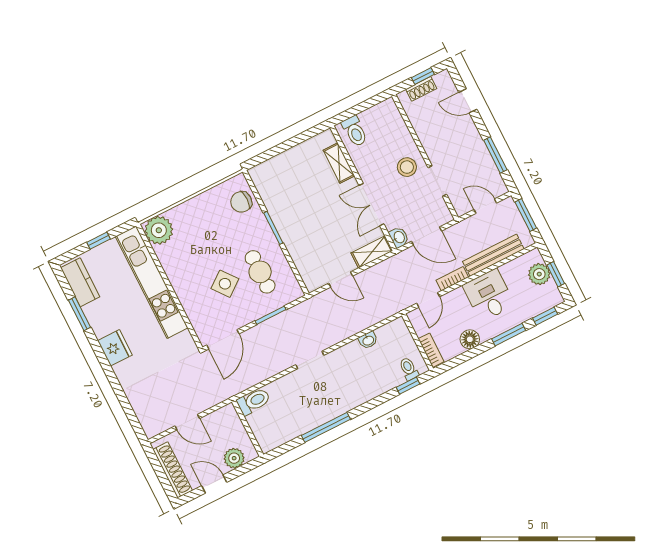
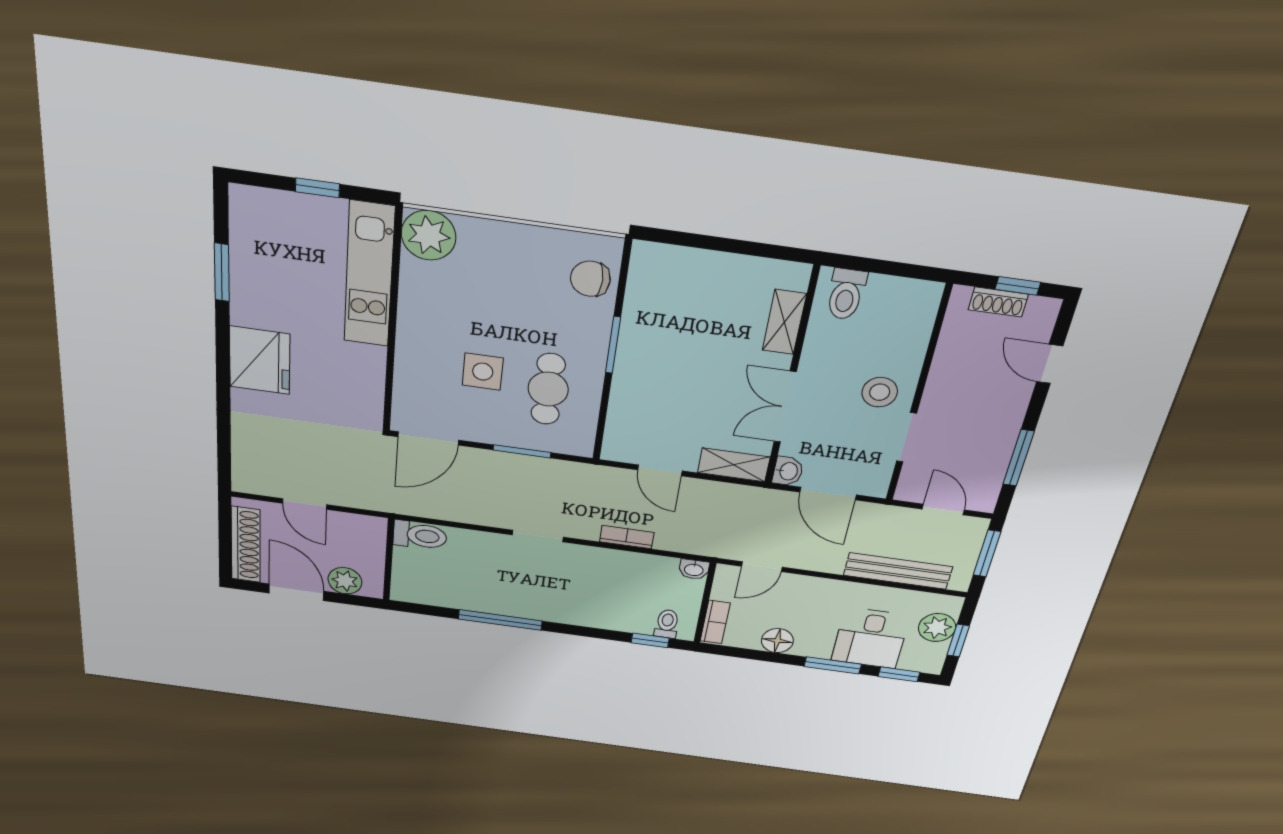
bookcase: (452, 279) -> (627, 537), moved
kitchen counter: (80, 282) -> (249, 229), removed
kitchen unit: (152, 282) -> (369, 275), width x0.73
side table: (225, 284) -> (483, 372), turned 38
desk: (489, 295) -> (870, 638), moved, turned 180
washbasin: (368, 340) -> (694, 569), moved
fridge: (115, 348) -> (260, 360), width x1.36, depth x1.34
door: (214, 484) -> (296, 592), width x1.38

